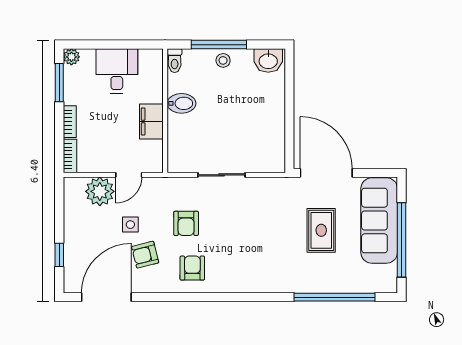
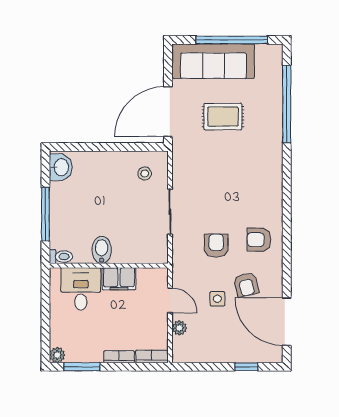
stool: (223, 60) -> (145, 174), moved
desk: (117, 71) -> (81, 289), moved, turned 90
plant: (100, 191) -> (179, 328), width x0.53, depth x0.53
armchair: (186, 223) -> (216, 246), turned -90

